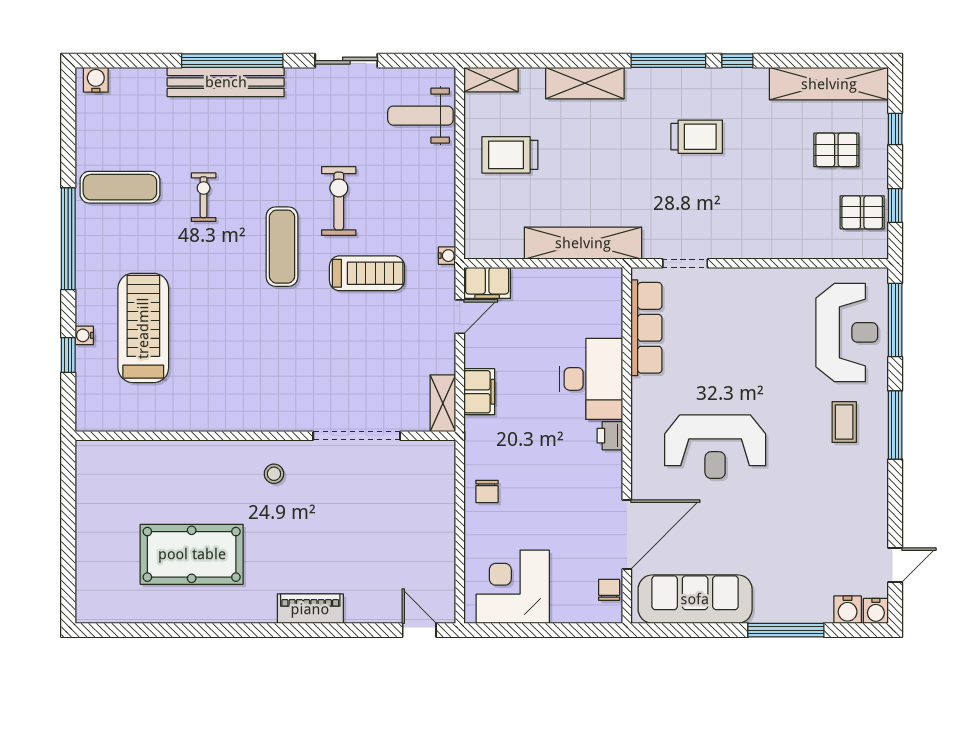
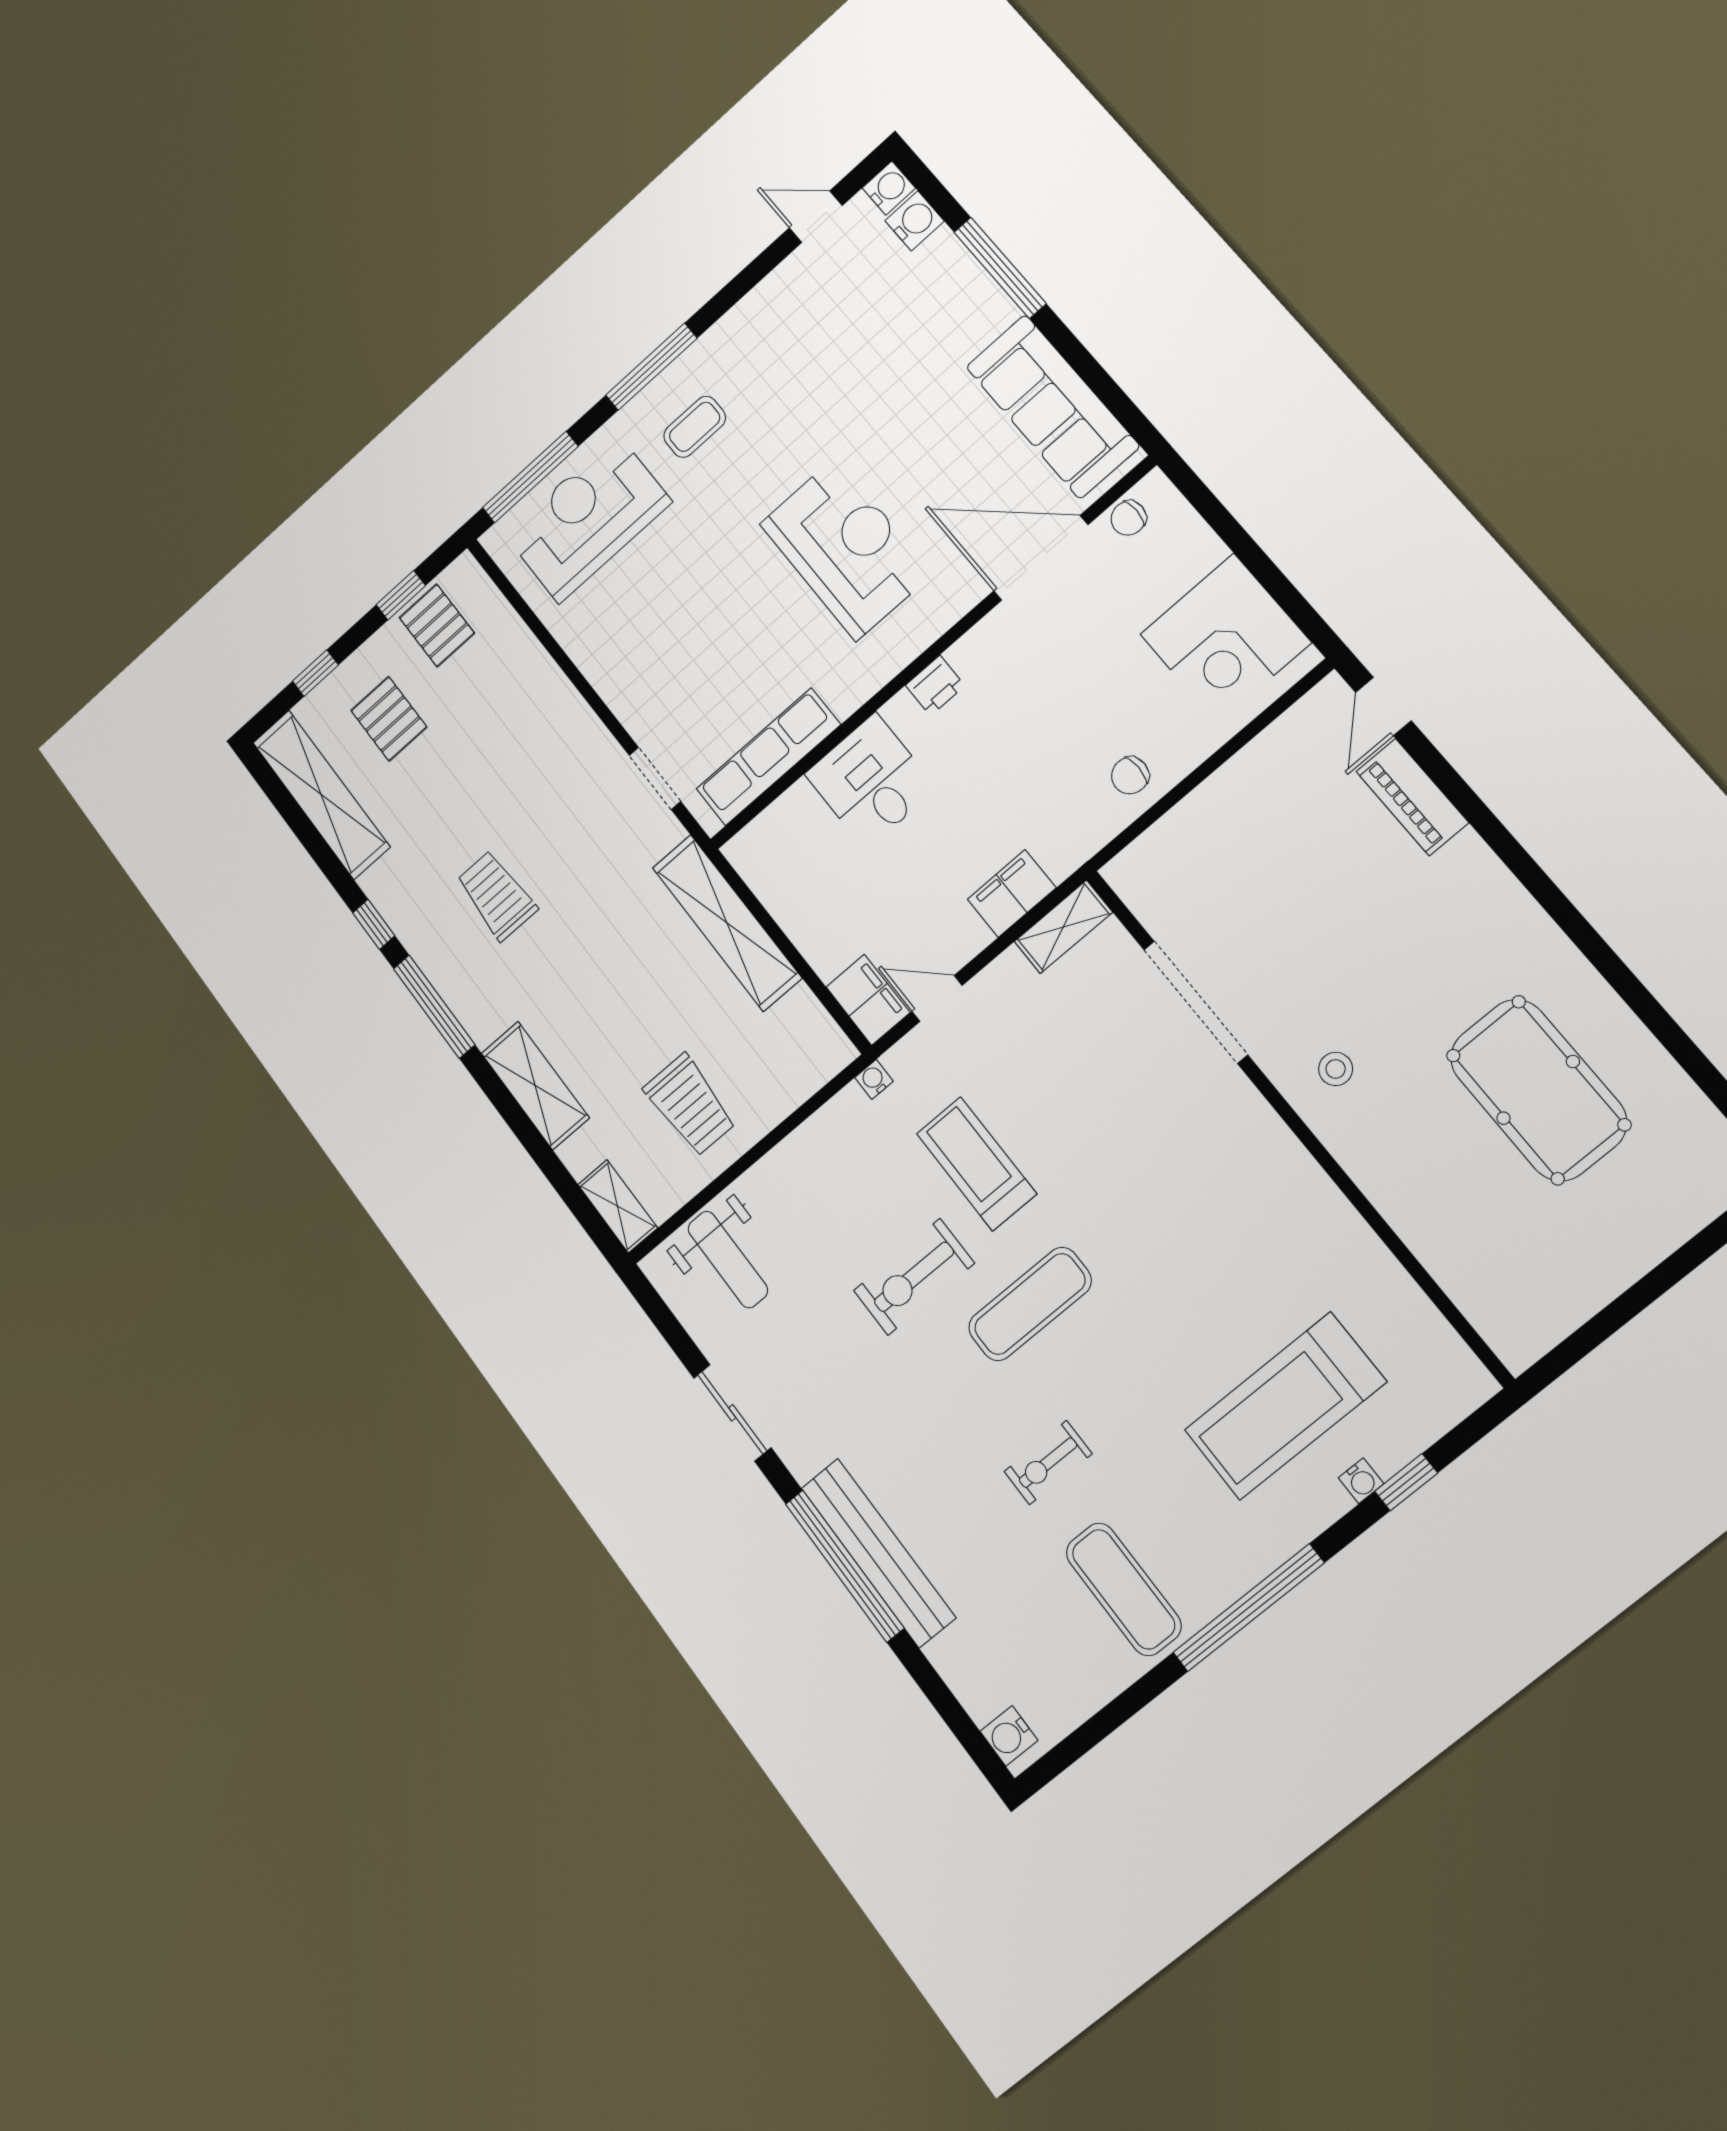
desk: (591, 379) -> (871, 781), width x0.73
chair: (487, 491) -> (1130, 775), turned 180
piano: (310, 609) -> (1412, 797), moved

